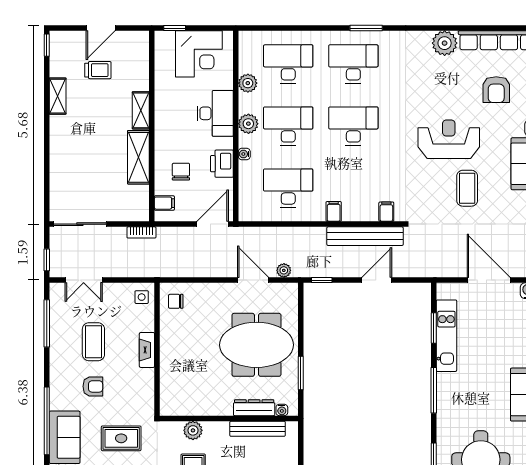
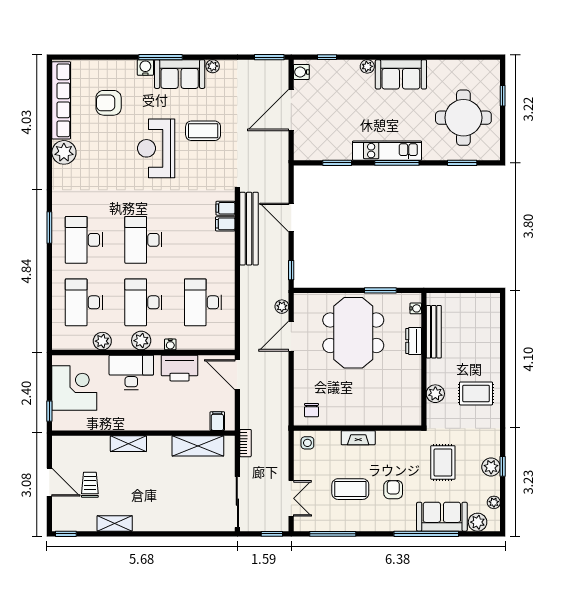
armchair: (496, 90) -> (109, 103), turned 180
shelving: (138, 157) -> (198, 446), moved
printer: (222, 164) -> (180, 368), width x1.37, depth x1.19
chair: (181, 172) -> (187, 405), removed
filing cabinet: (334, 211) -> (225, 224), moved
kitchen unit: (446, 336) -> (387, 151), moved
dresser: (254, 408) -> (414, 341), width x0.70

